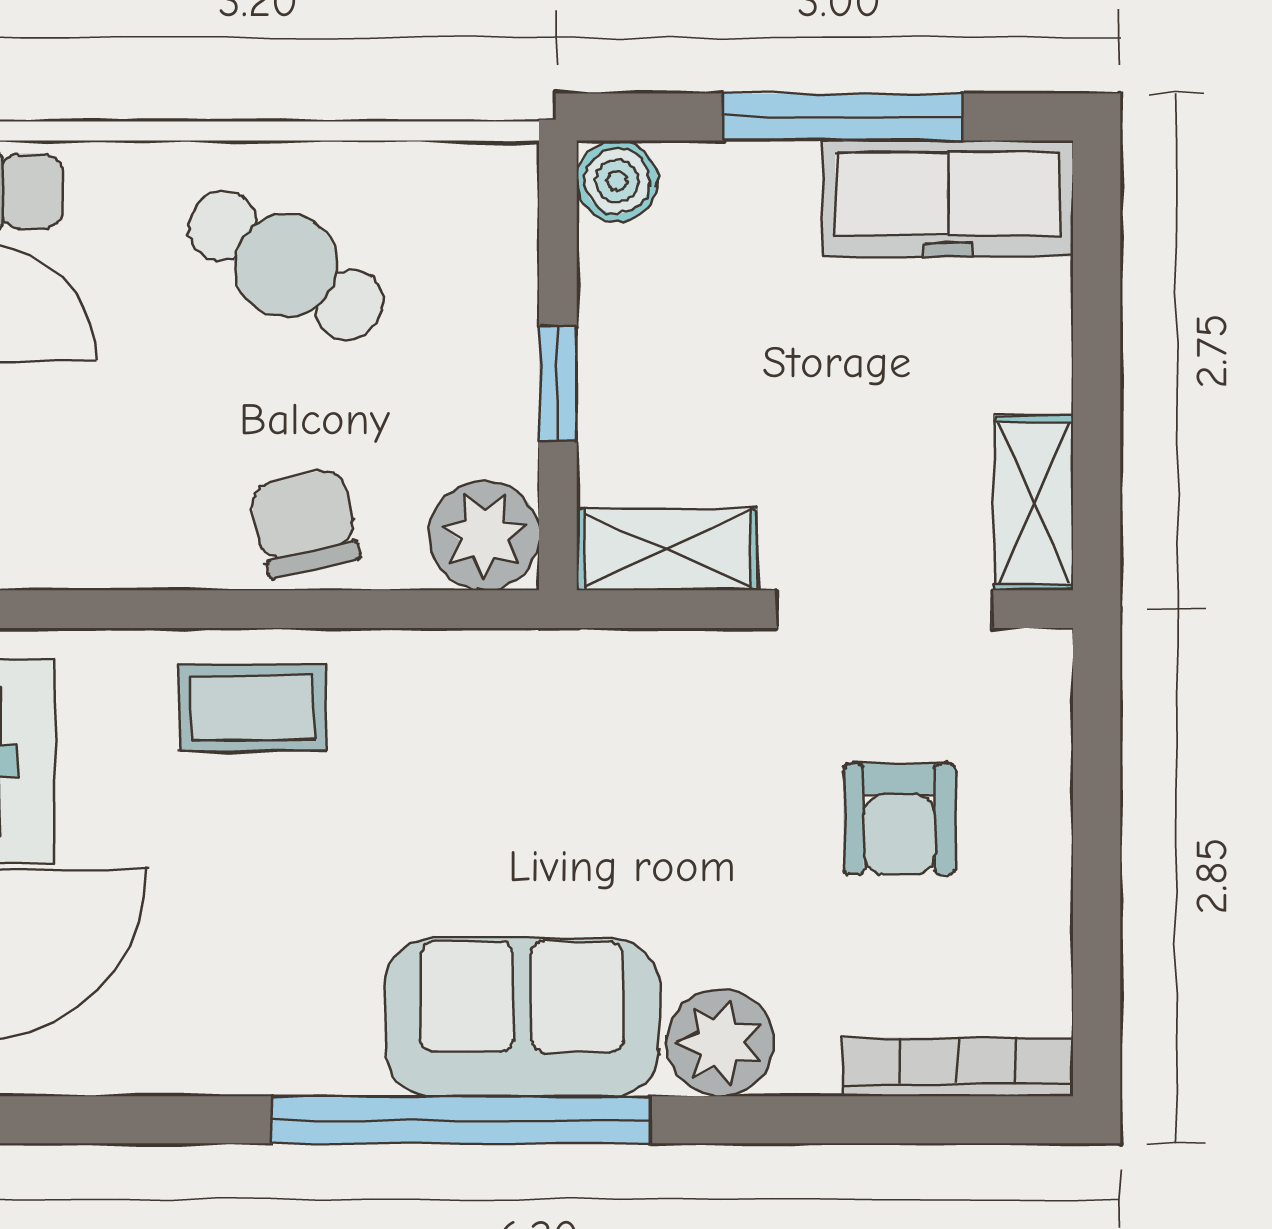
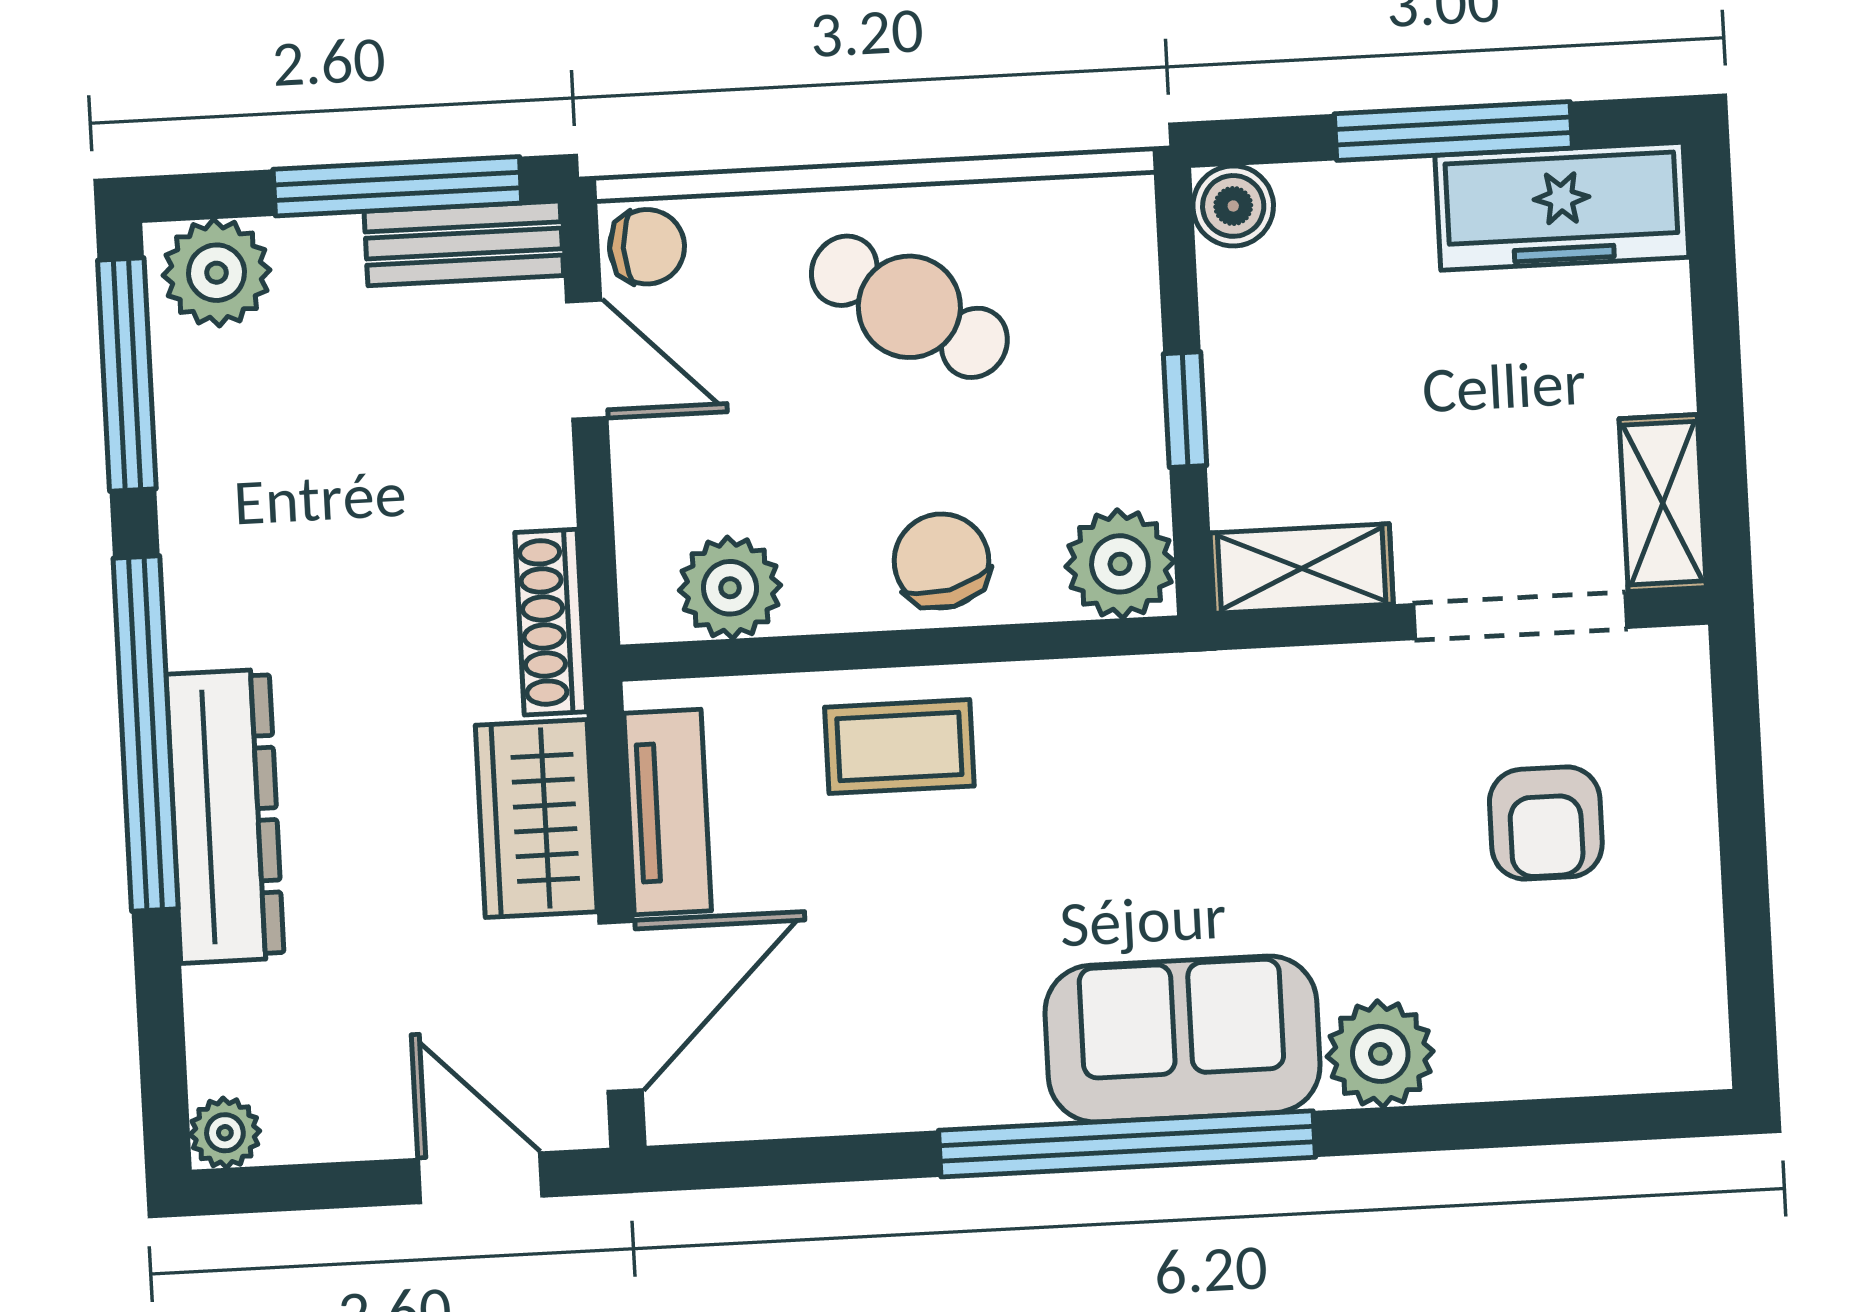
plant: (90, 539) -> (730, 588), added
bookcase: (958, 1067) -> (1617, 1066), removed

